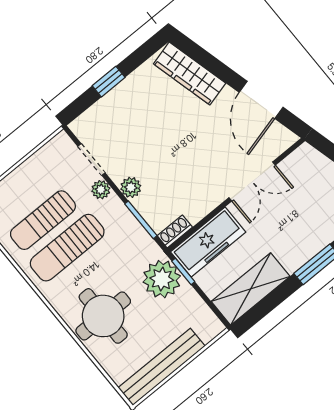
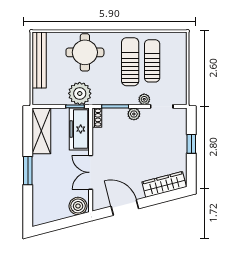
boiler: (309, 162) -> (78, 206), added

